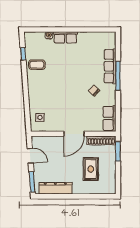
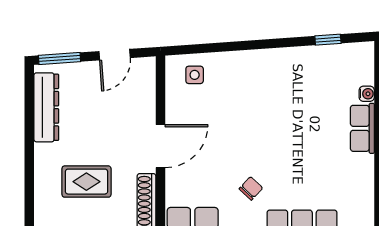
coffee table: (37, 65) -> (305, 69), removed
door: (74, 134) -> (160, 146), swing flipped

